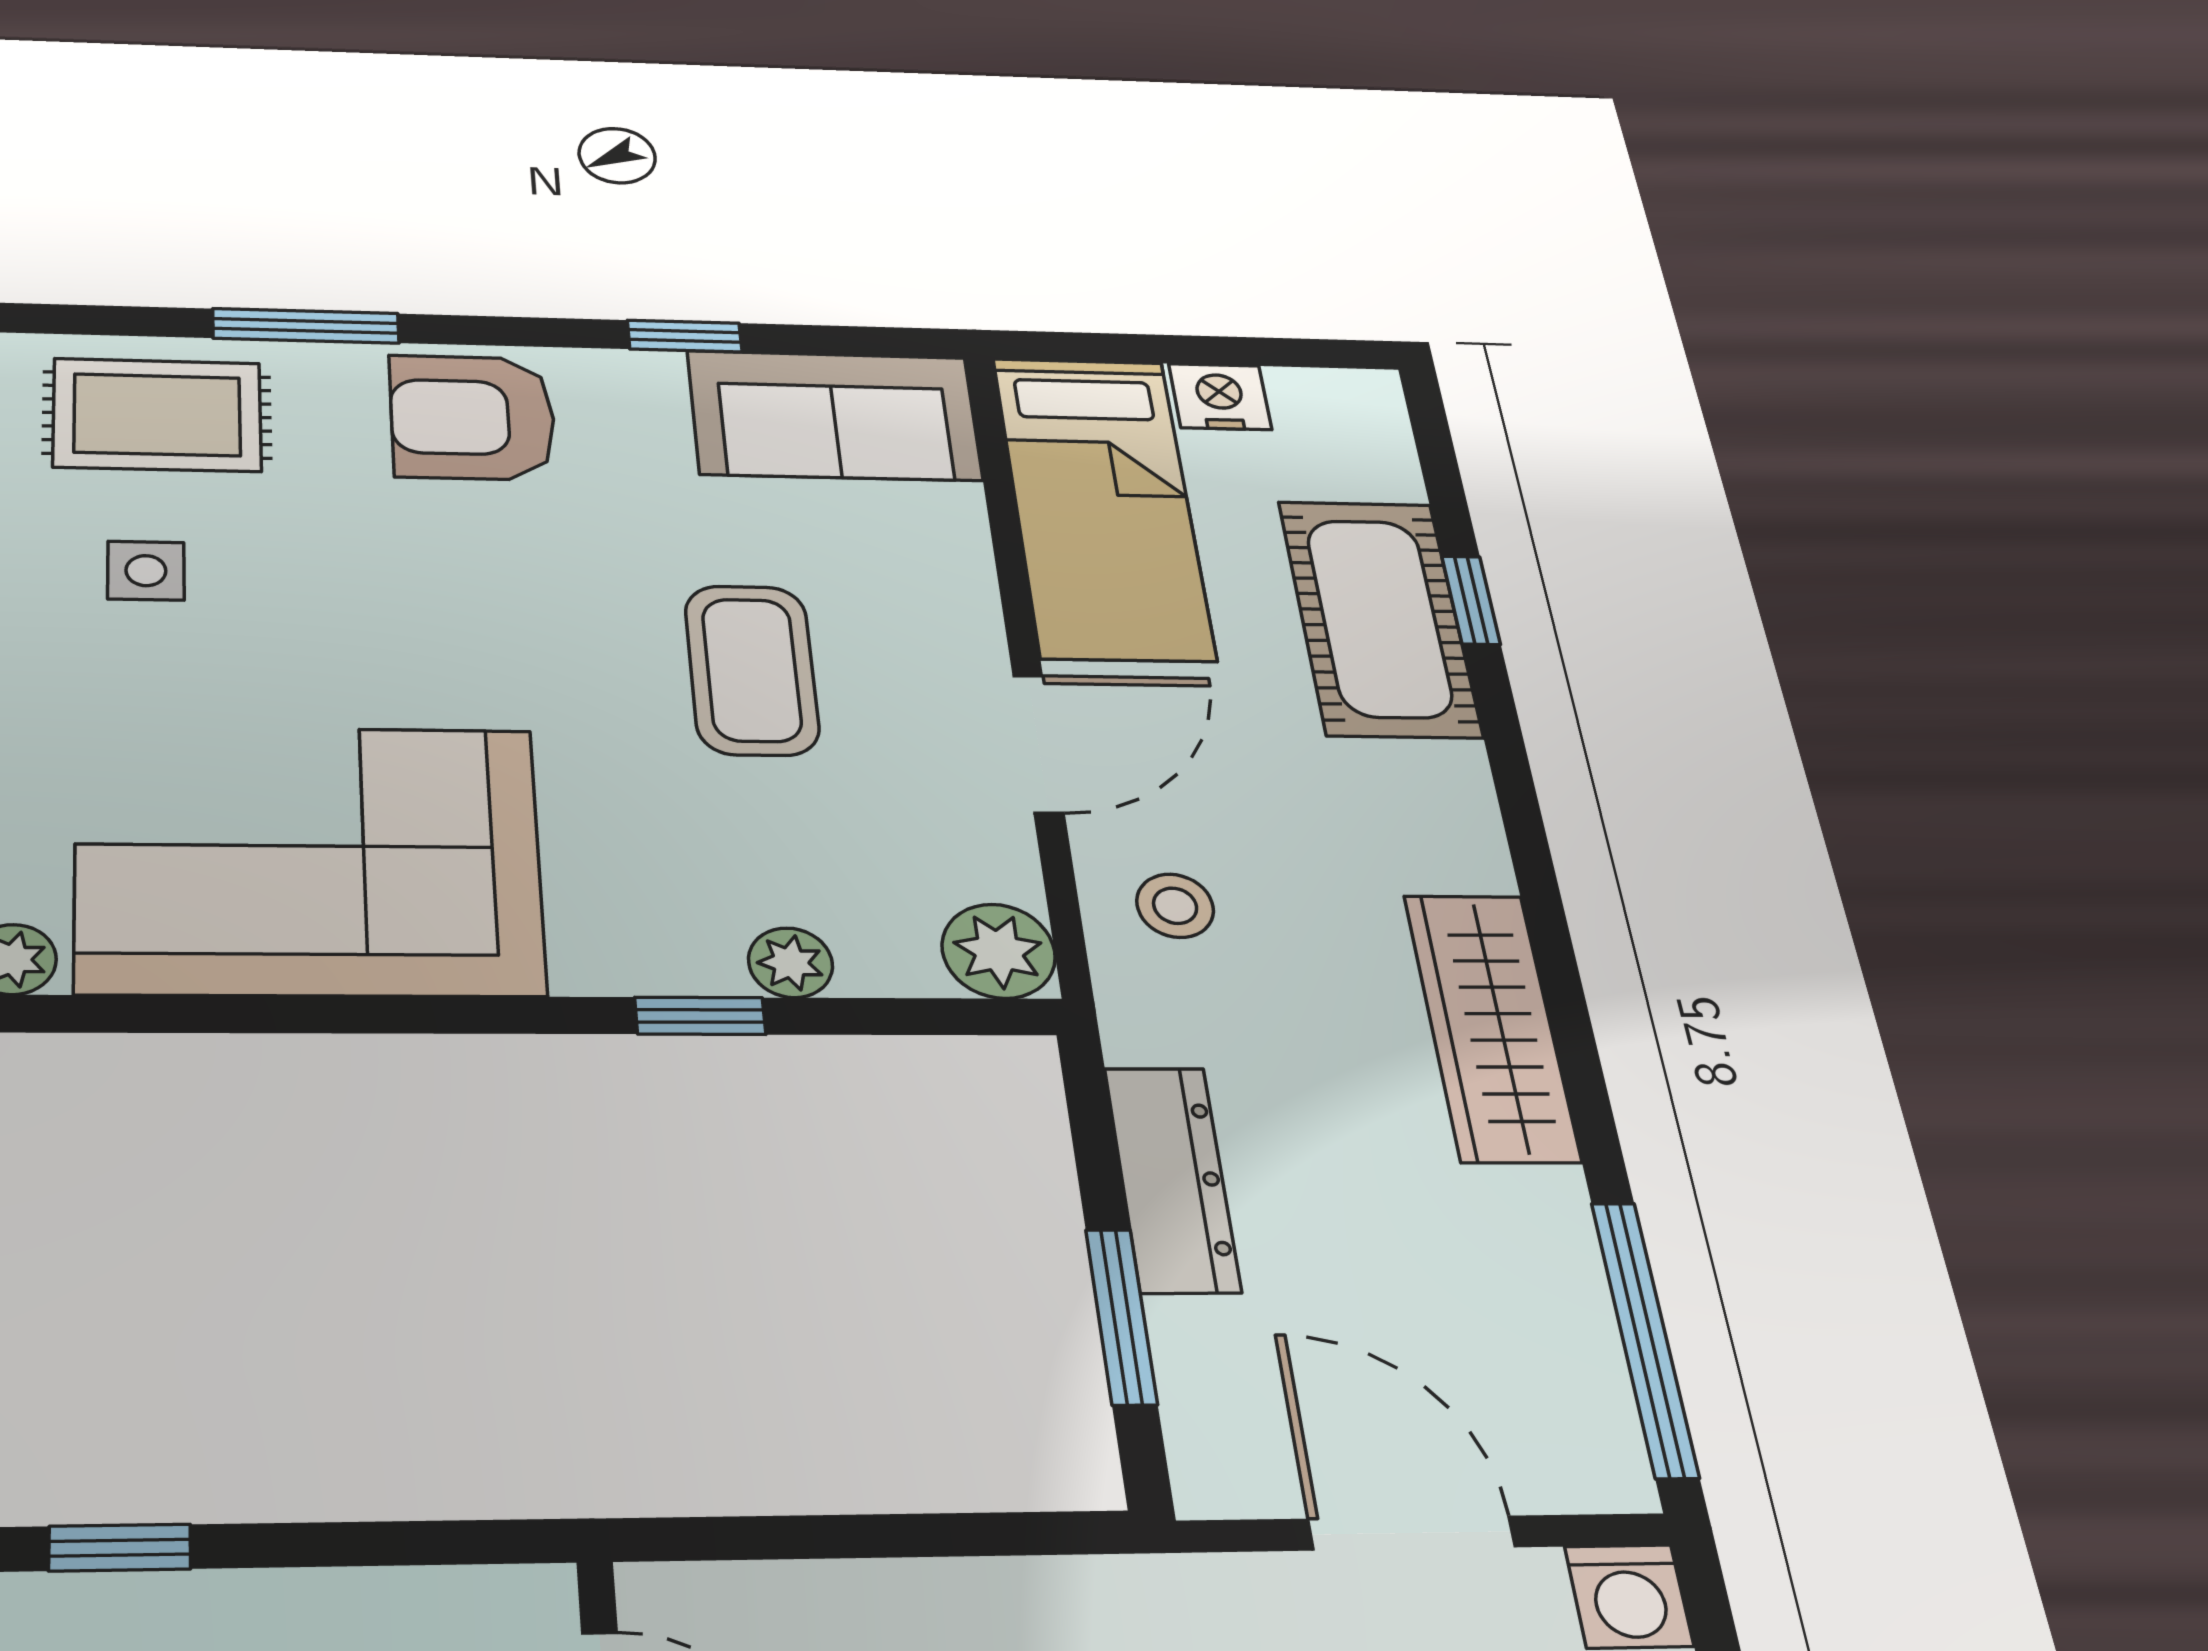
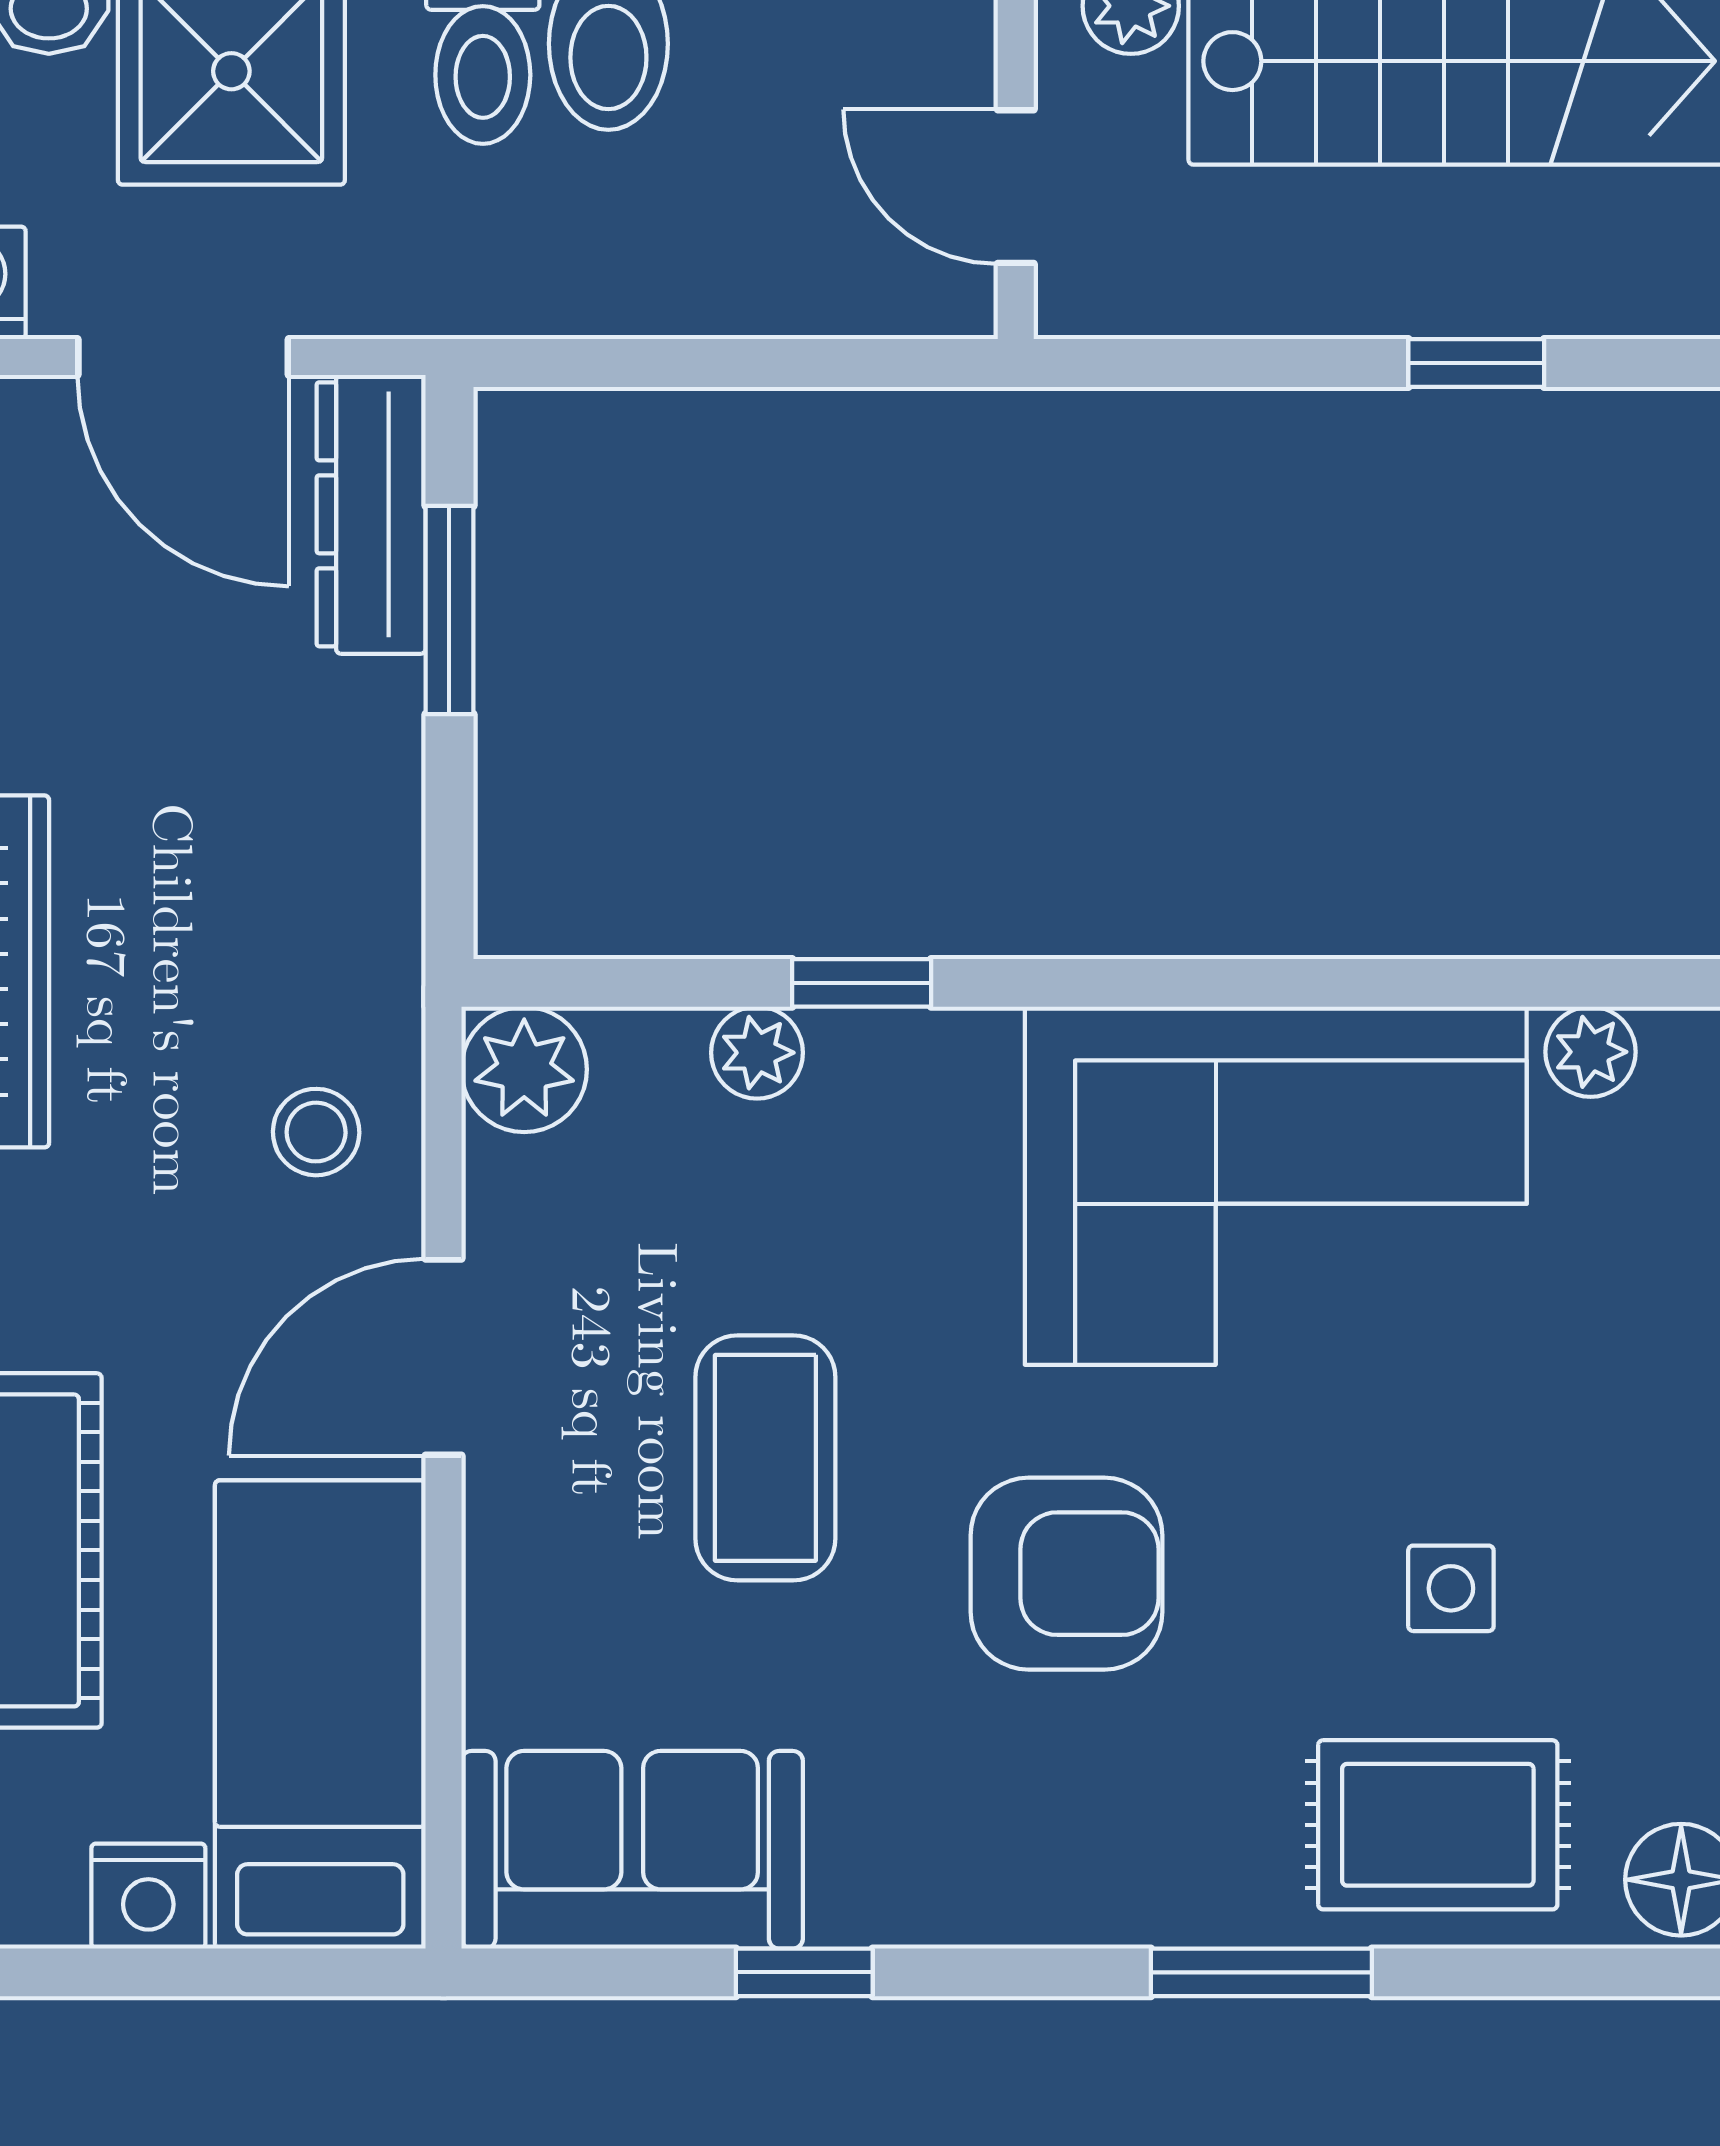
armchair: (473, 417) -> (1066, 1574), moved
dresser: (1172, 1179) -> (371, 514), moved

